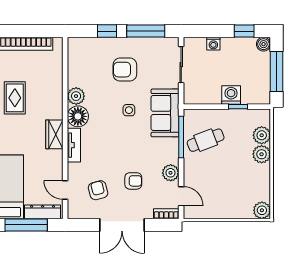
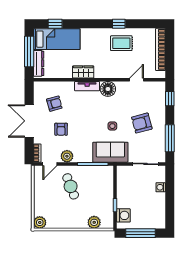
window: (107, 31) -> (170, 99), moved
window: (244, 31) -> (170, 210), removed
boiler: (264, 44) -> (160, 224), removed
armchair: (125, 70) -> (142, 123), turned -105
washing machine: (231, 95) -> (123, 215), moved
plant: (76, 96) -> (123, 88), removed
wardrobe: (54, 134) -> (83, 72), moved
cafe table: (206, 140) -> (71, 186), moved
plant: (262, 154) -> (80, 222), removed
door: (65, 190) -> (137, 80), moved

